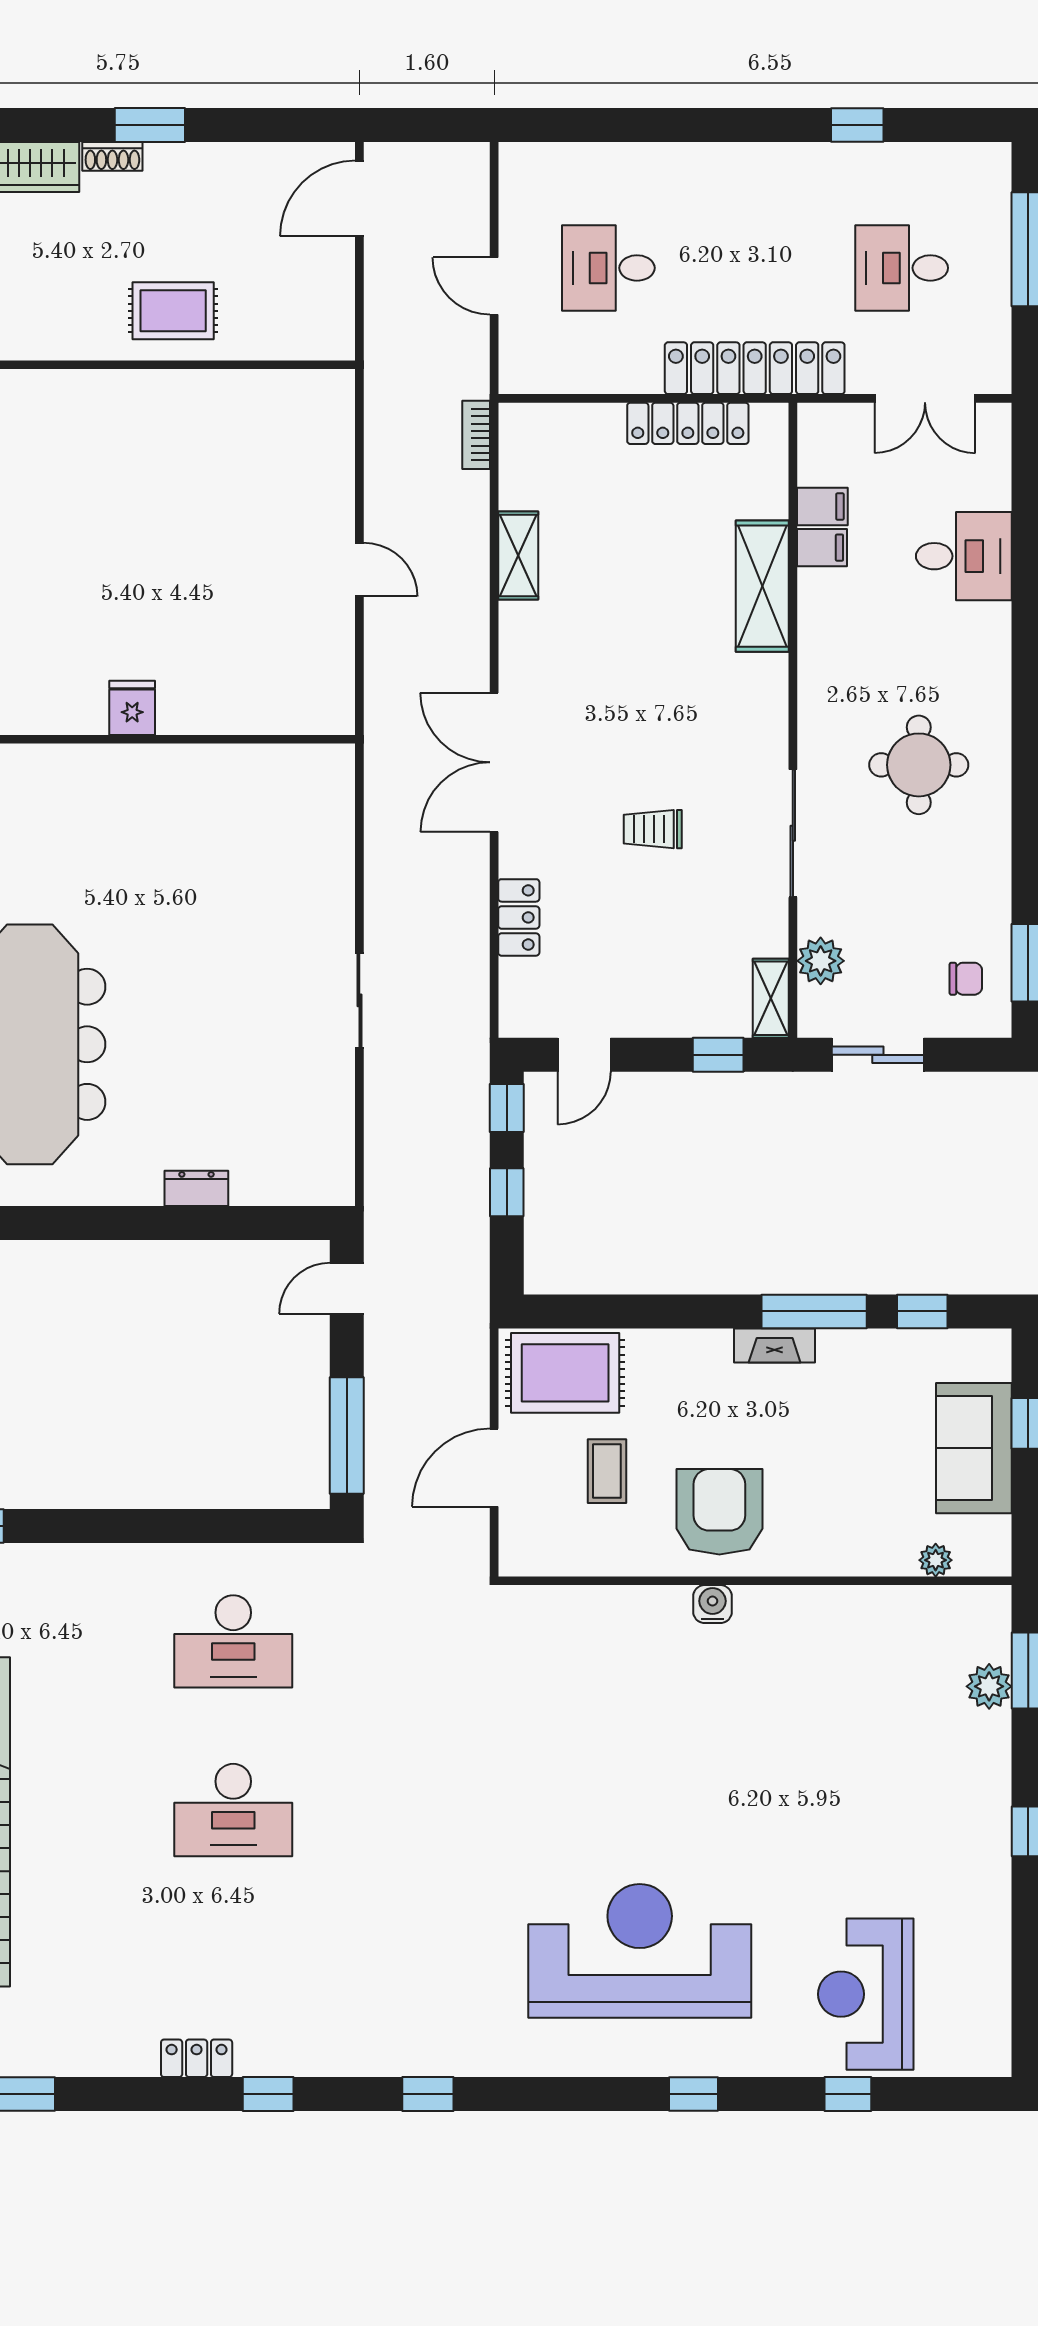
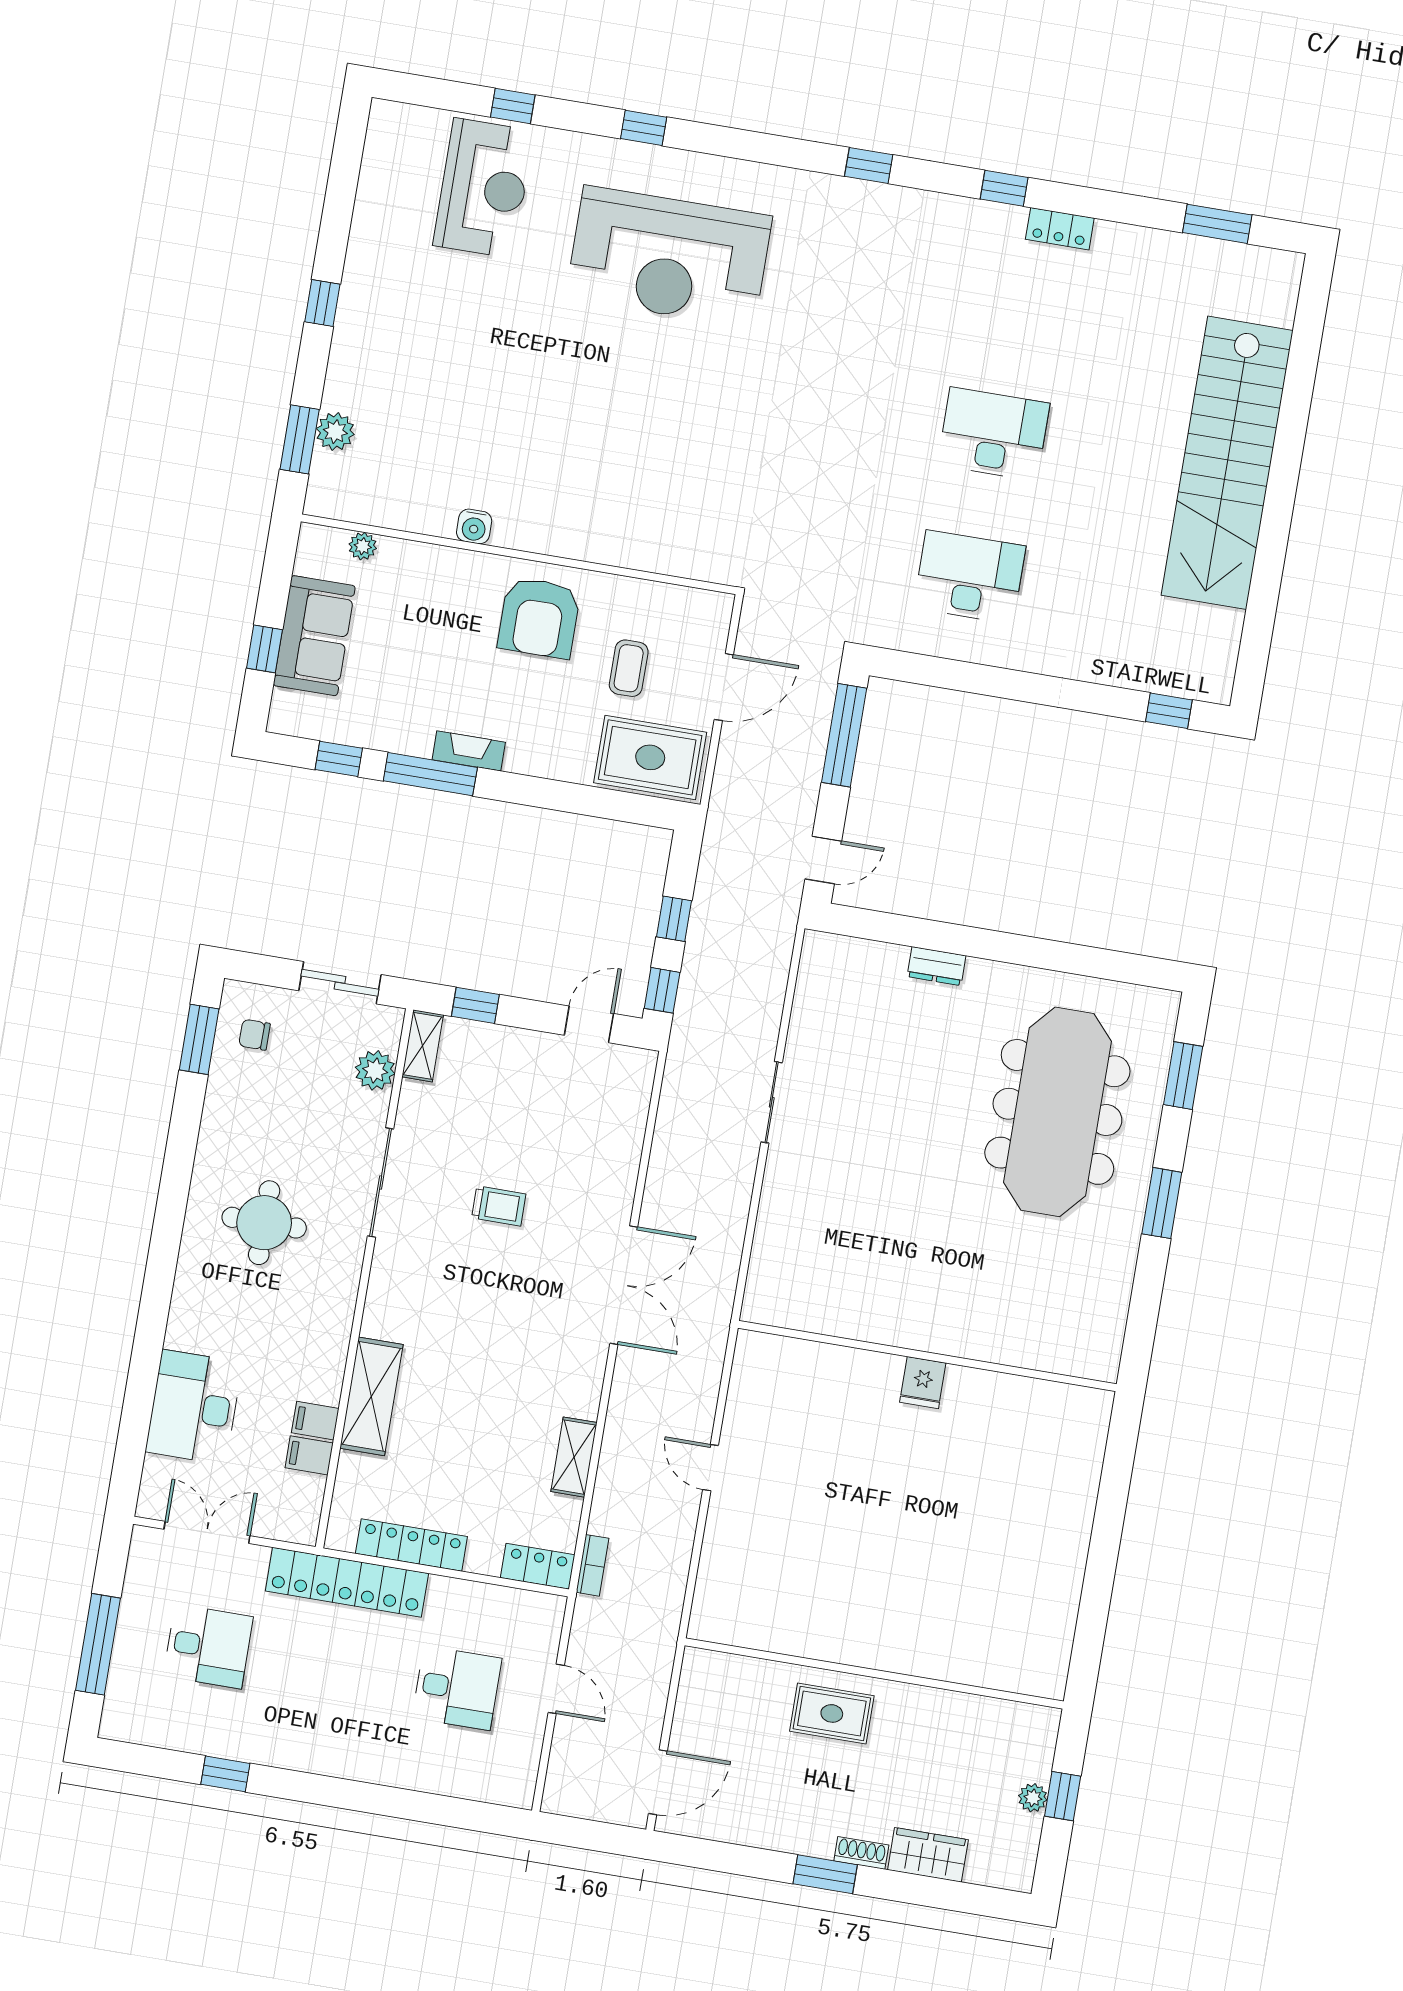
desk: (964, 556) -> (194, 1407), width x1.37
locker: (519, 917) -> (538, 1566), moved, turned 90
water cooler: (712, 1604) -> (474, 526), moved

